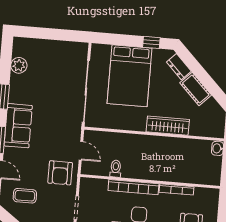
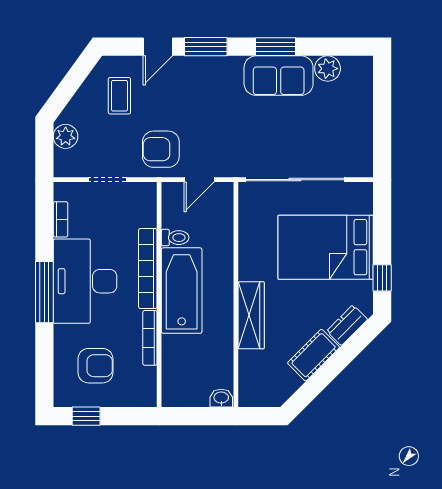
sofa: (18, 126) -> (279, 76), moved
bathtub: (149, 167) -> (182, 291), added

